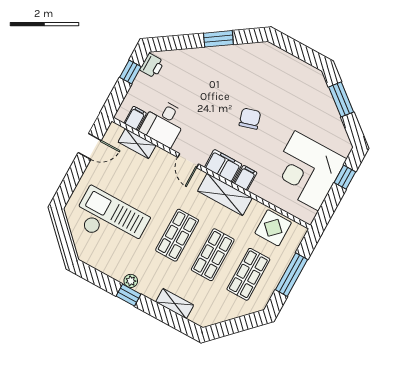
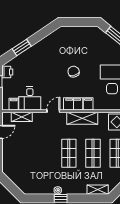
window: (218, 39) -> (22, 47), moved
door: (188, 161) -> (53, 111), swing flipped
checkout: (110, 220) -> (30, 164), removed
shelving: (175, 304) -> (98, 190), moved

